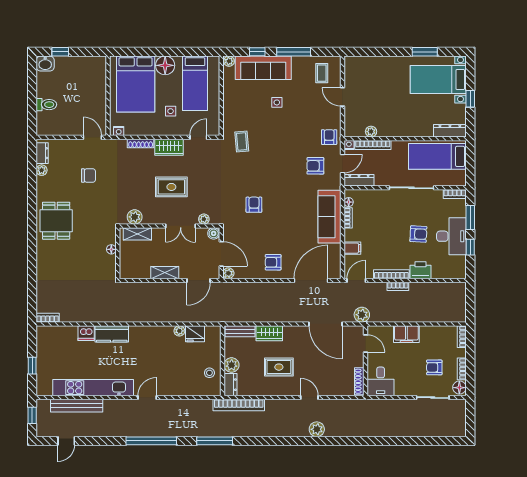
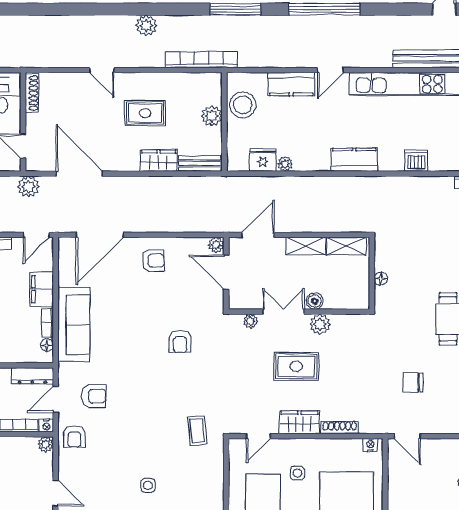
plant: (371, 132) -> (46, 444), moved
plant: (135, 217) -> (320, 324), moved
boiler: (214, 233) -> (315, 301), moved
shelving: (137, 234) -> (346, 246), moved
filing cabinet: (352, 248) -> (42, 289), width x2.00
kitchen counter: (112, 334) -> (354, 160), moved
stool: (209, 373) -> (243, 105), width x1.89, depth x1.89
dresser: (230, 385) -> (213, 88), removed
kitchen counter: (175, 388) -> (291, 84), added
plant: (317, 429) -> (146, 25), moved

